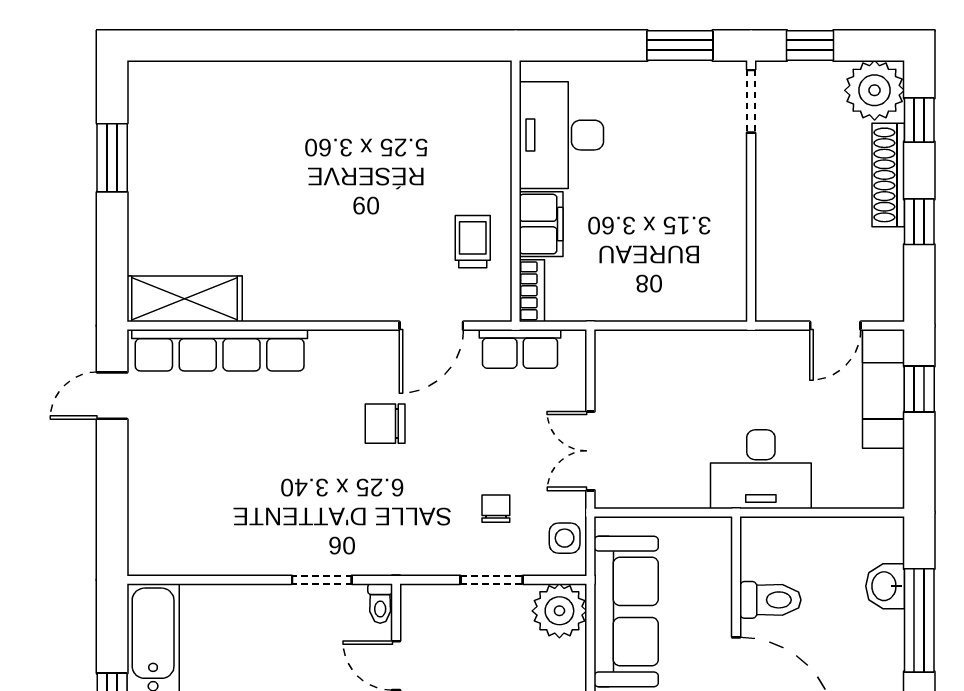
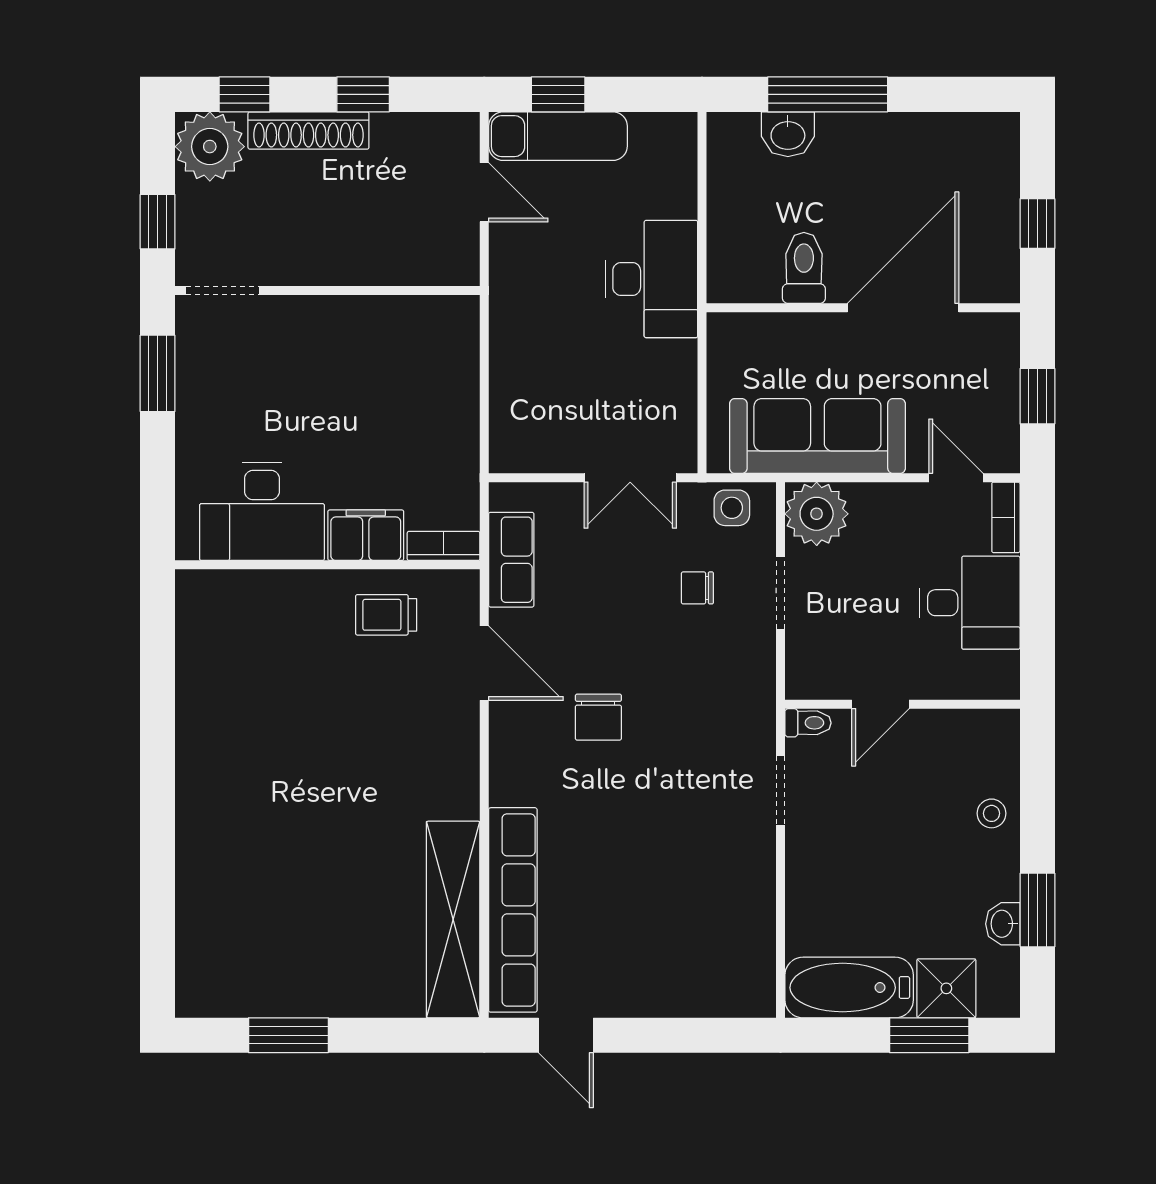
shelving: (185, 299) -> (453, 919), width x1.47

